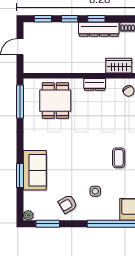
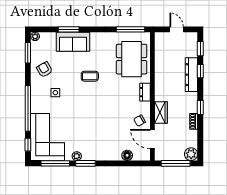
window: (96, 19) -> (200, 108), moved
dresser: (99, 29) -> (191, 75), moved
dining table: (55, 101) -> (132, 59), width x1.38
coffee table: (119, 158) -> (90, 76), moved

